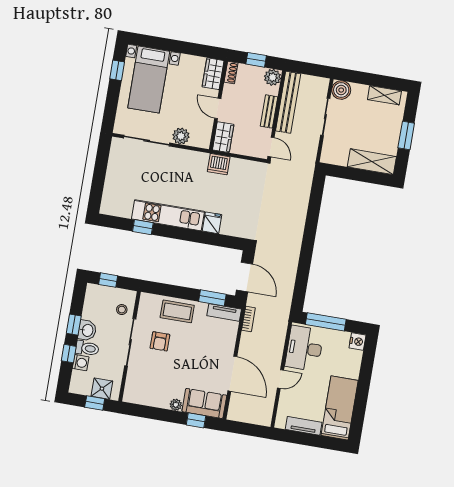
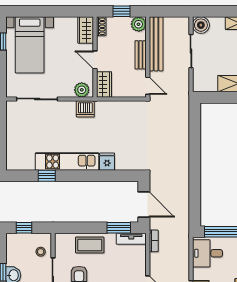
plant: (181, 136) -> (82, 90), moved
dishwasher: (219, 164) -> (85, 109), moved
desk: (304, 348) -> (207, 253), width x0.73

